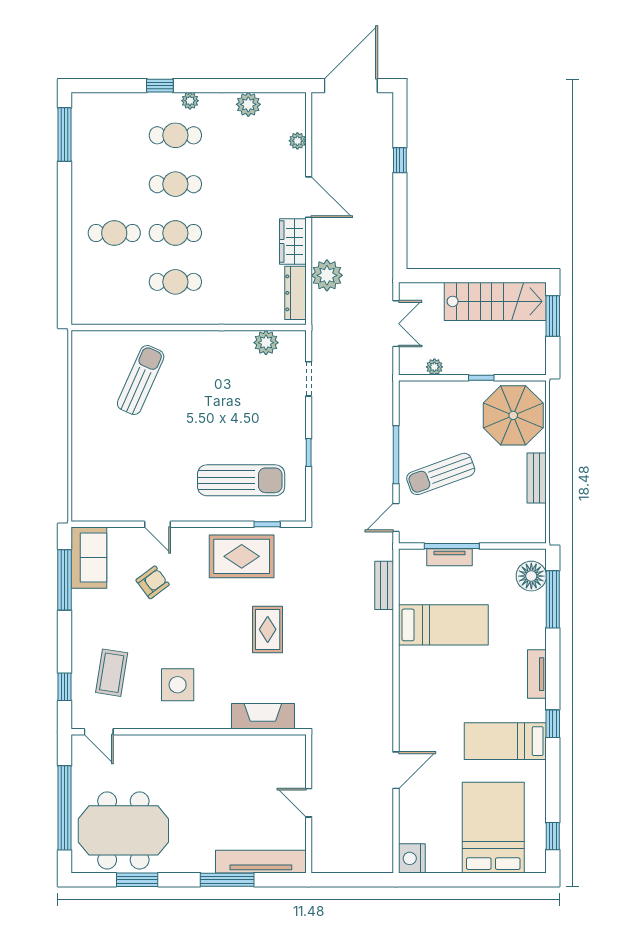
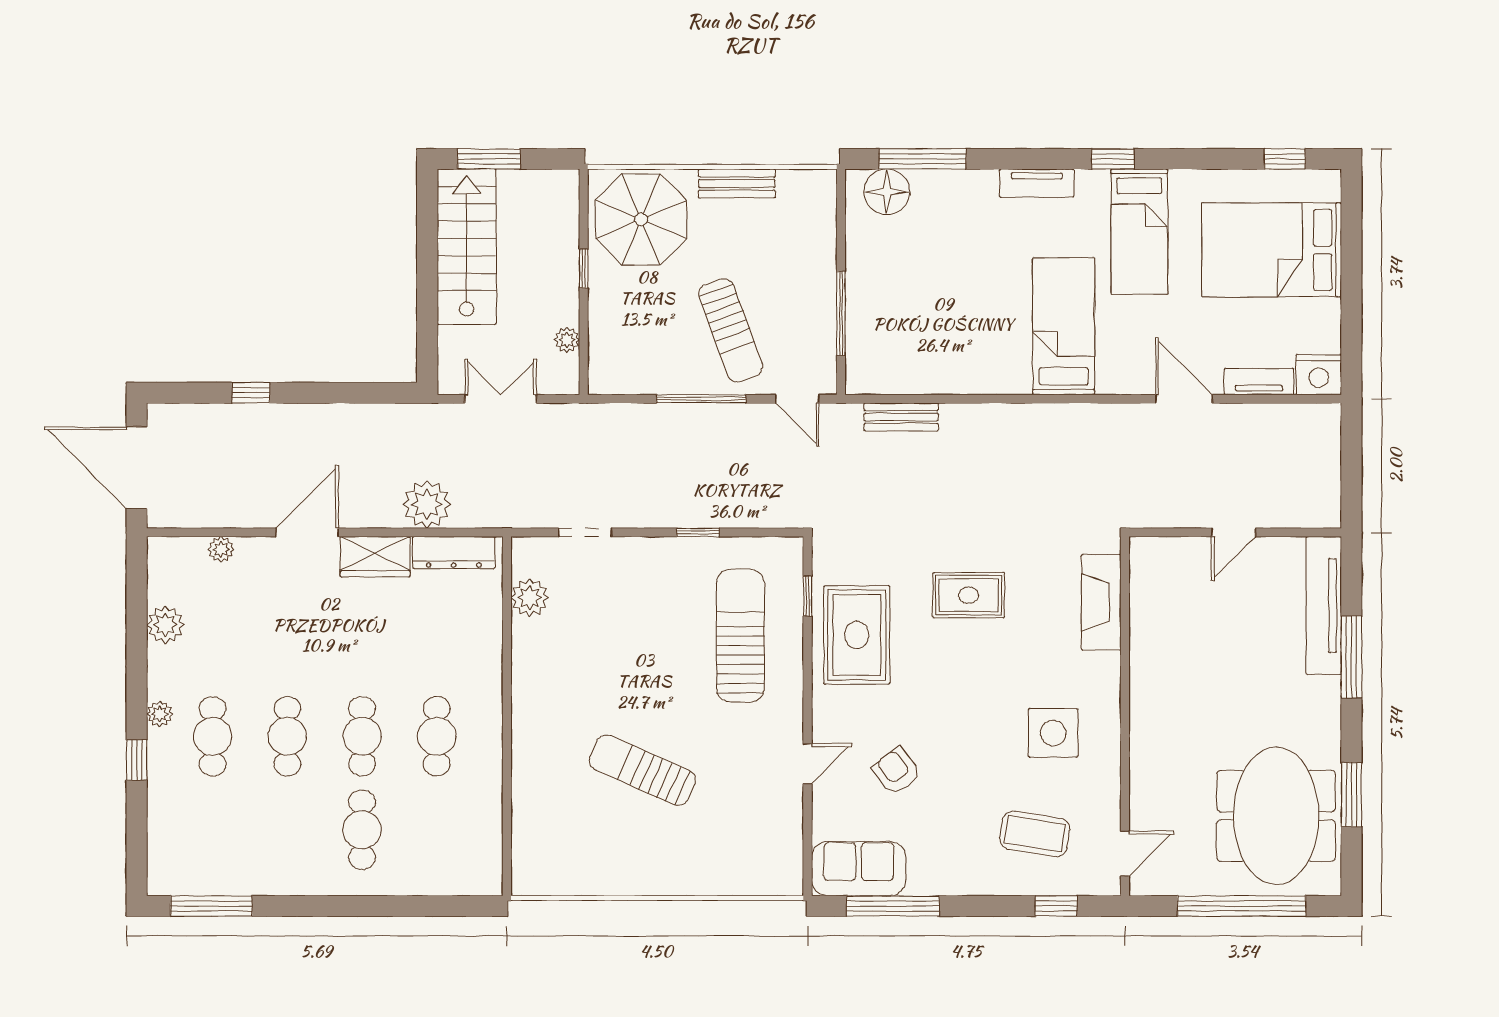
sun lounger: (141, 380) -> (642, 770), moved
tv unit: (449, 557) -> (1259, 382), moved, turned -90
bed: (443, 625) -> (1064, 326), moved

